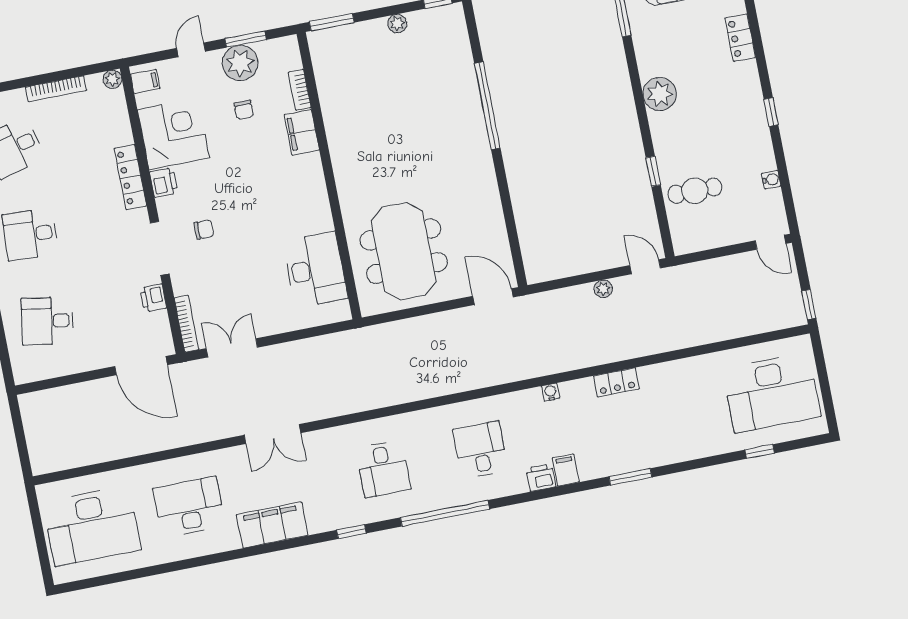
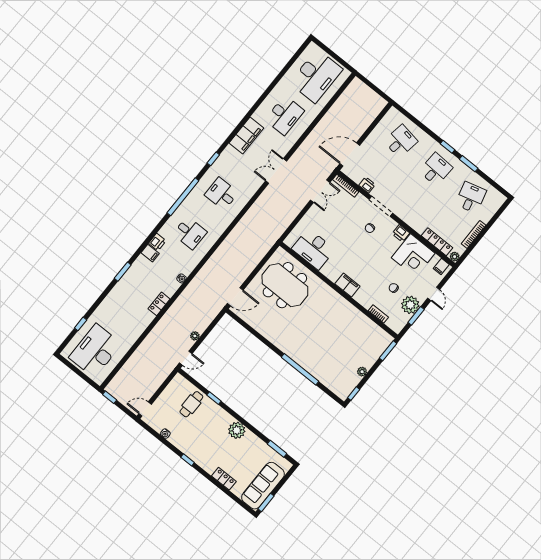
filing cabinet: (302, 132) -> (347, 285), moved
locker: (130, 177) -> (437, 242), moved
desk: (92, 526) -> (316, 76), turned 180

